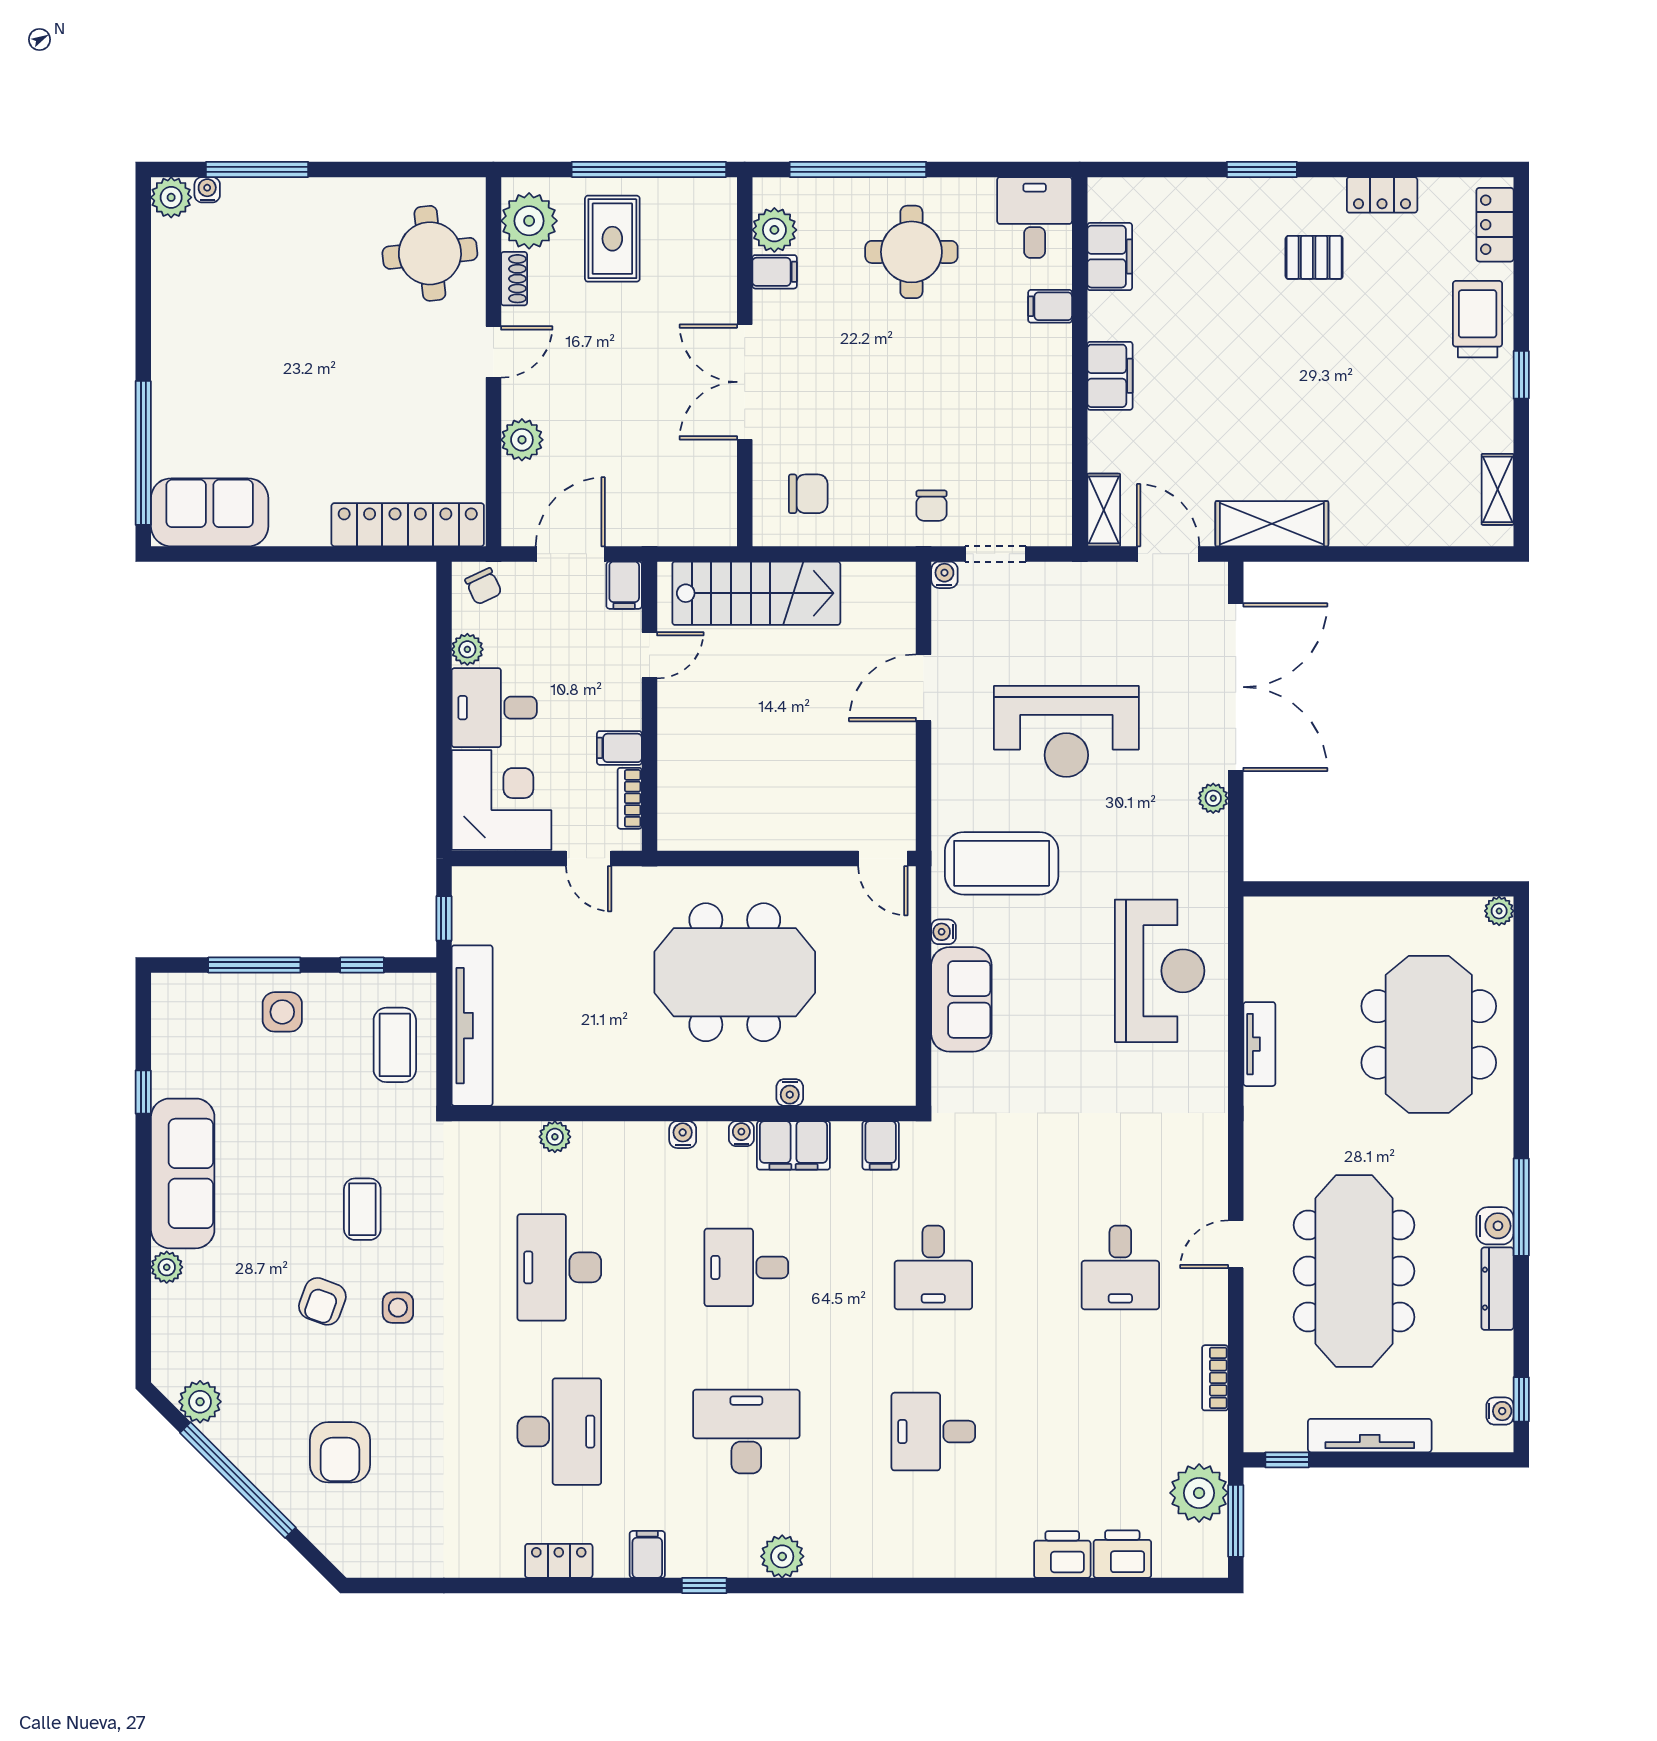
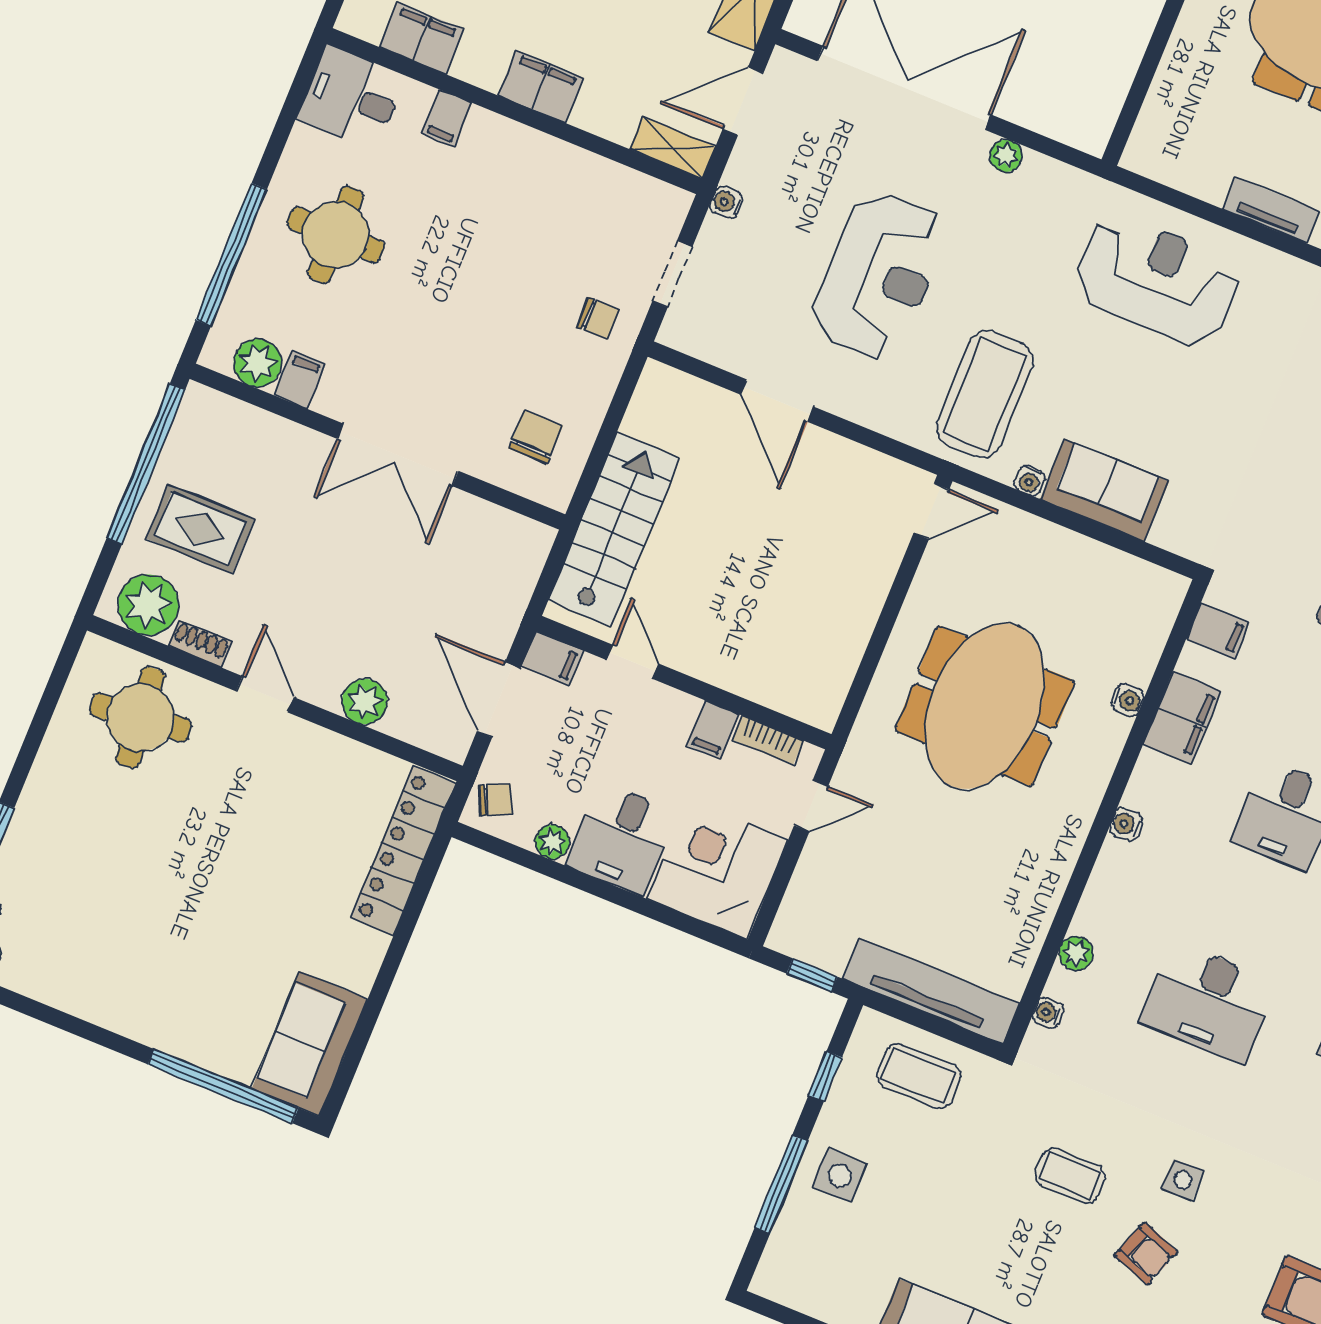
water cooler: (944, 575) -> (726, 202), moved
water cooler: (741, 1134) -> (1048, 1013), moved

